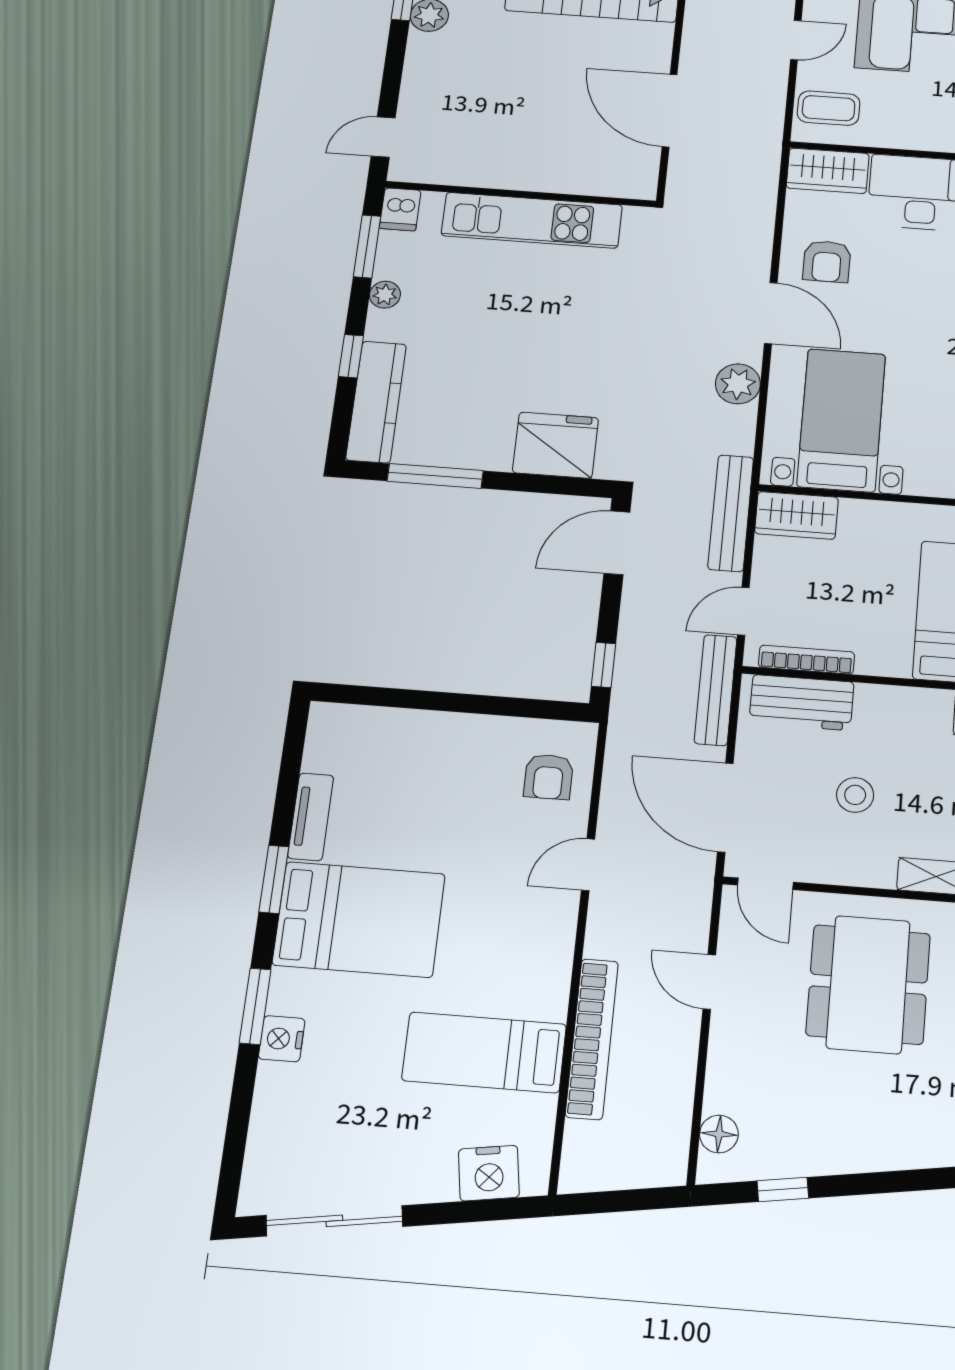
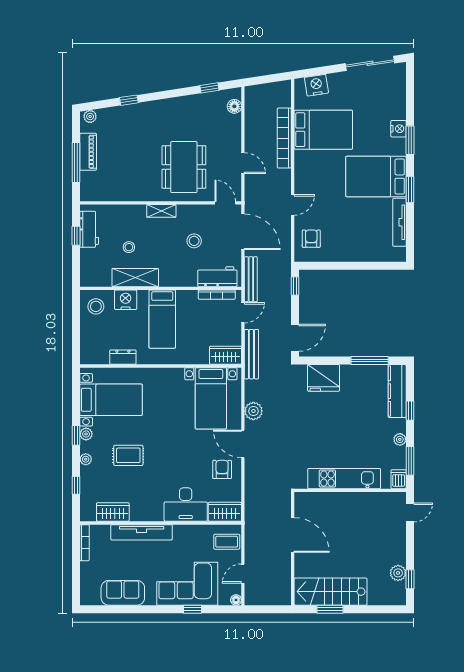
tv unit: (311, 817) -> (399, 222), width x1.41
bed: (484, 1052) -> (323, 130), width x1.50

